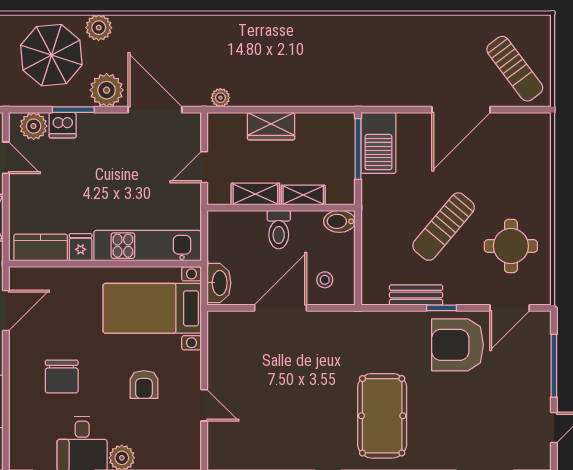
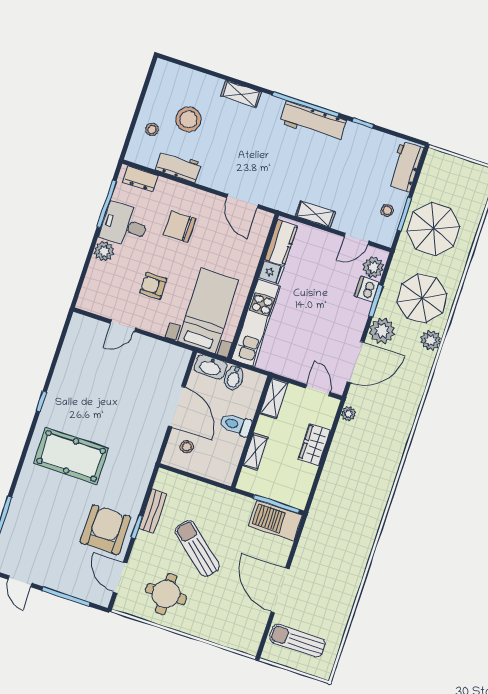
sun lounger: (515, 69) -> (297, 641), turned 37
door: (204, 167) -> (318, 390), moved
shelving: (255, 194) -> (274, 398), moved
bidet: (339, 221) -> (234, 378), moved, turned 180
dresser: (20, 443) -> (140, 179), added

